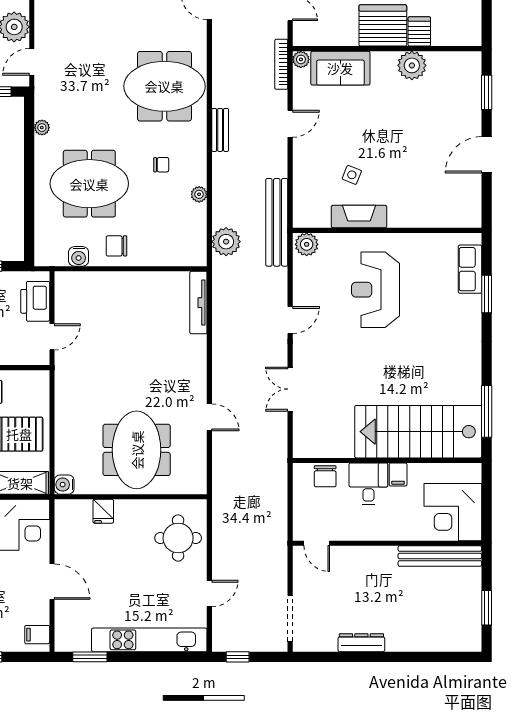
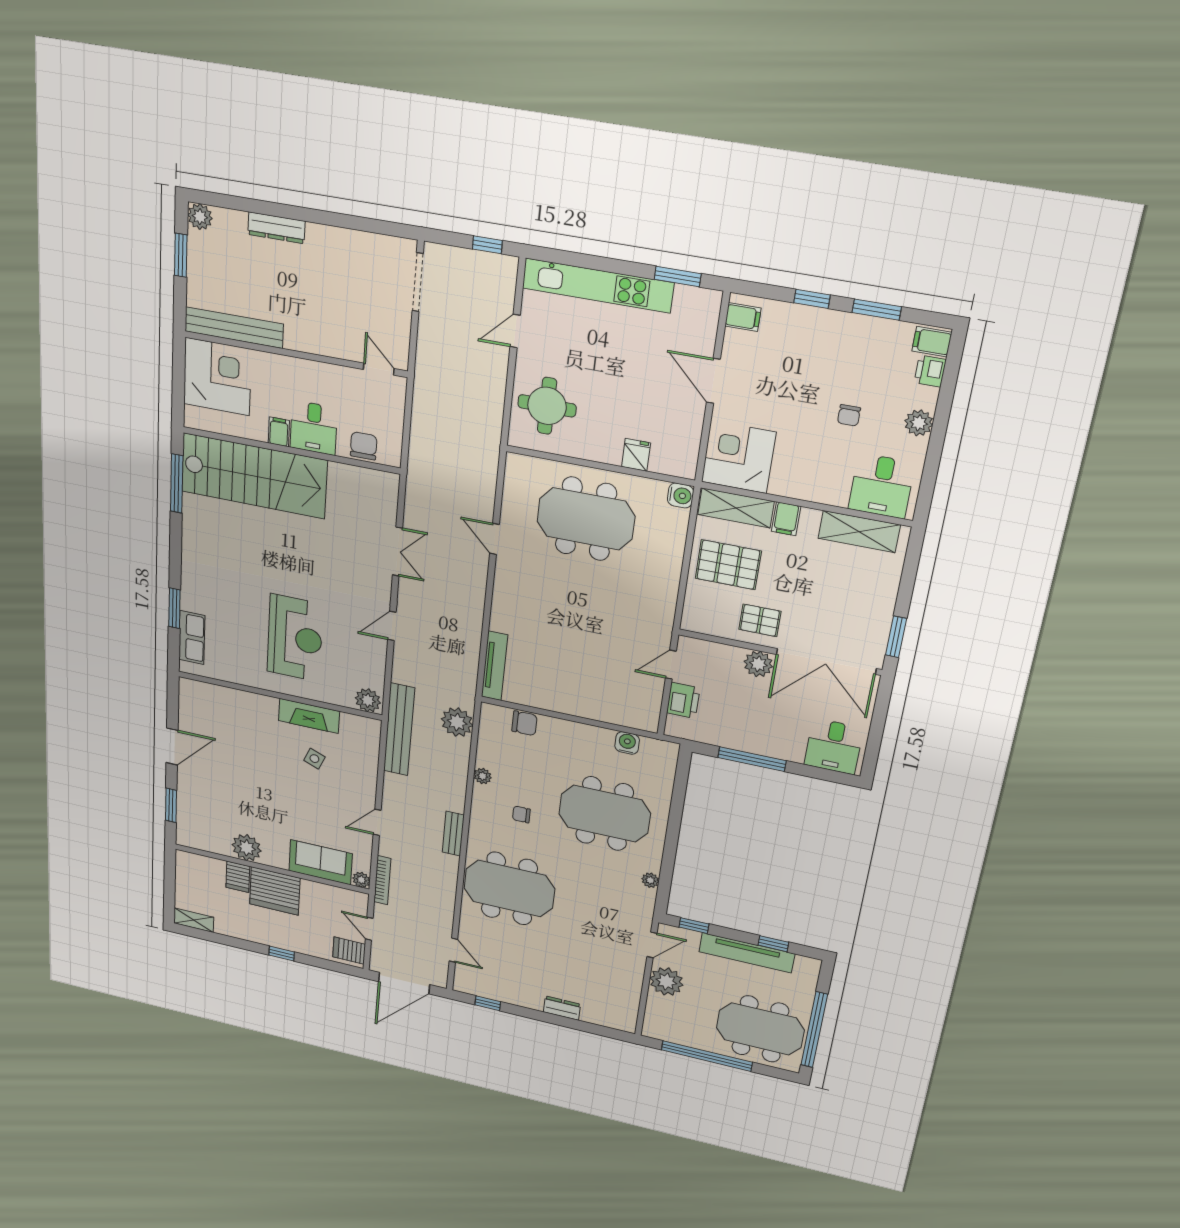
chair: (117, 246) -> (524, 723), moved
printer: (35, 301) -> (683, 700), width x0.73, depth x0.84
meeting table: (137, 450) -> (586, 519), turned 90
plant: (471, 641) -> (200, 217), added
dresser: (361, 643) -> (276, 228), moved

